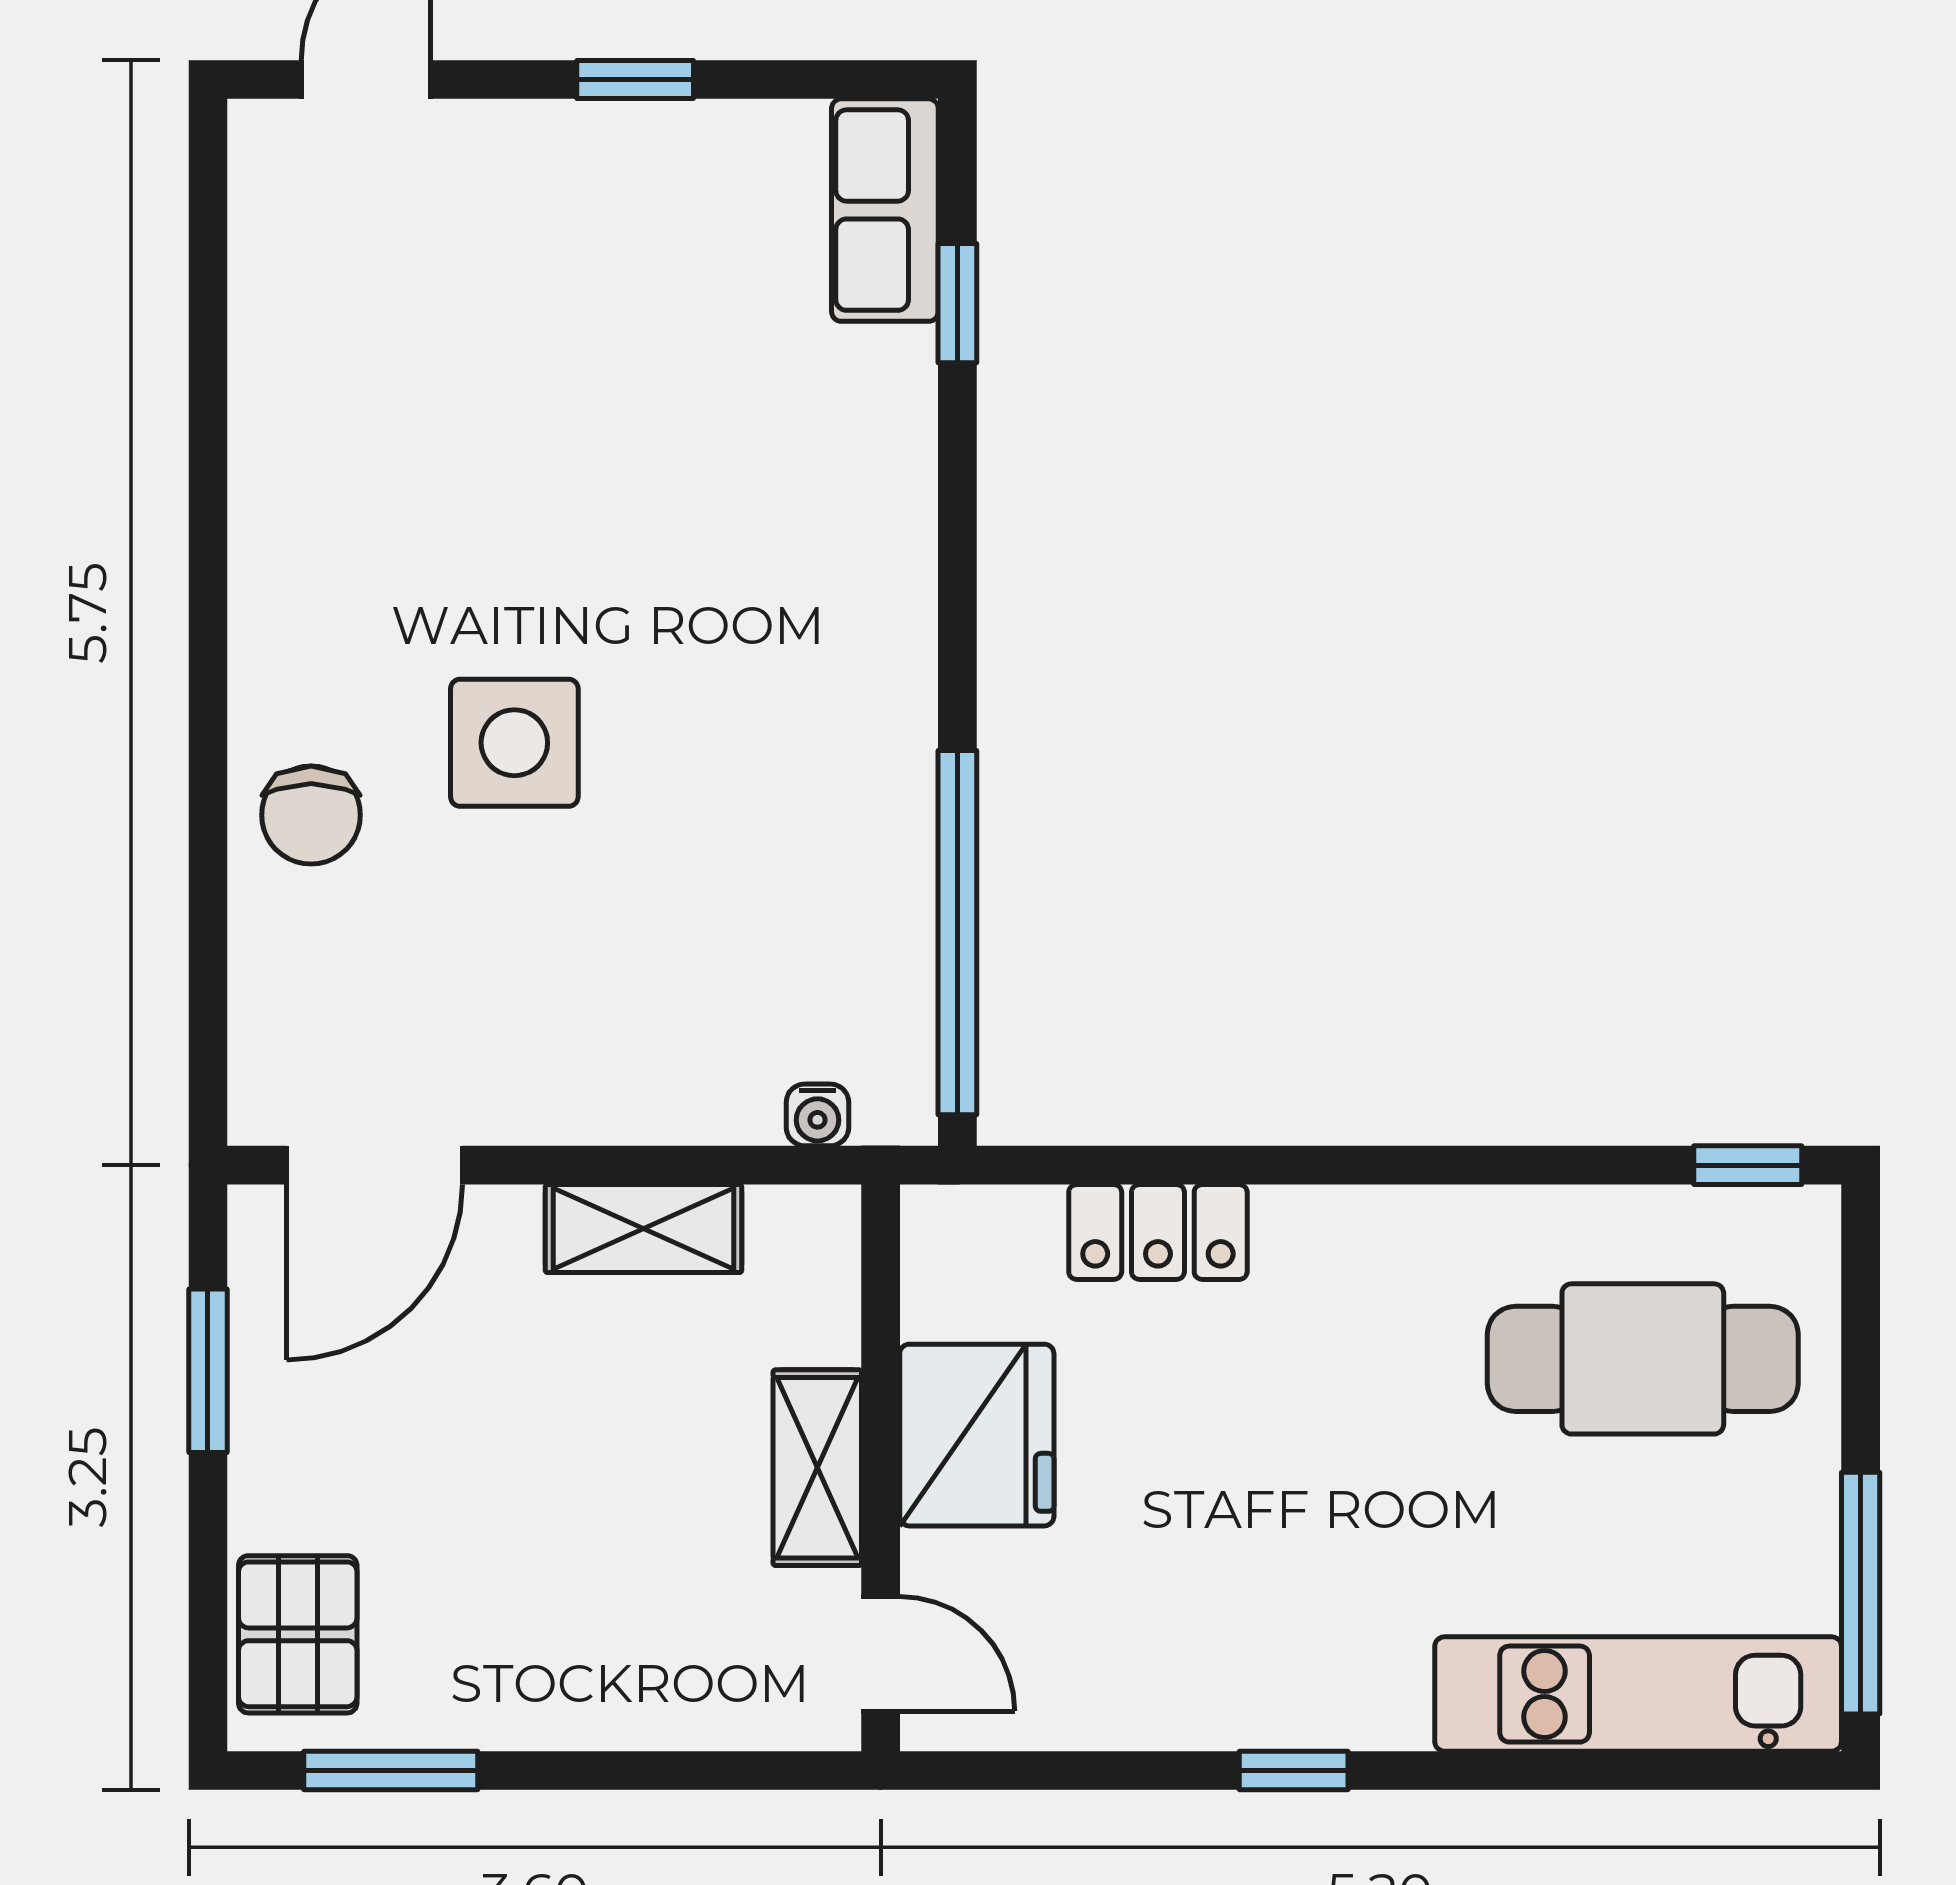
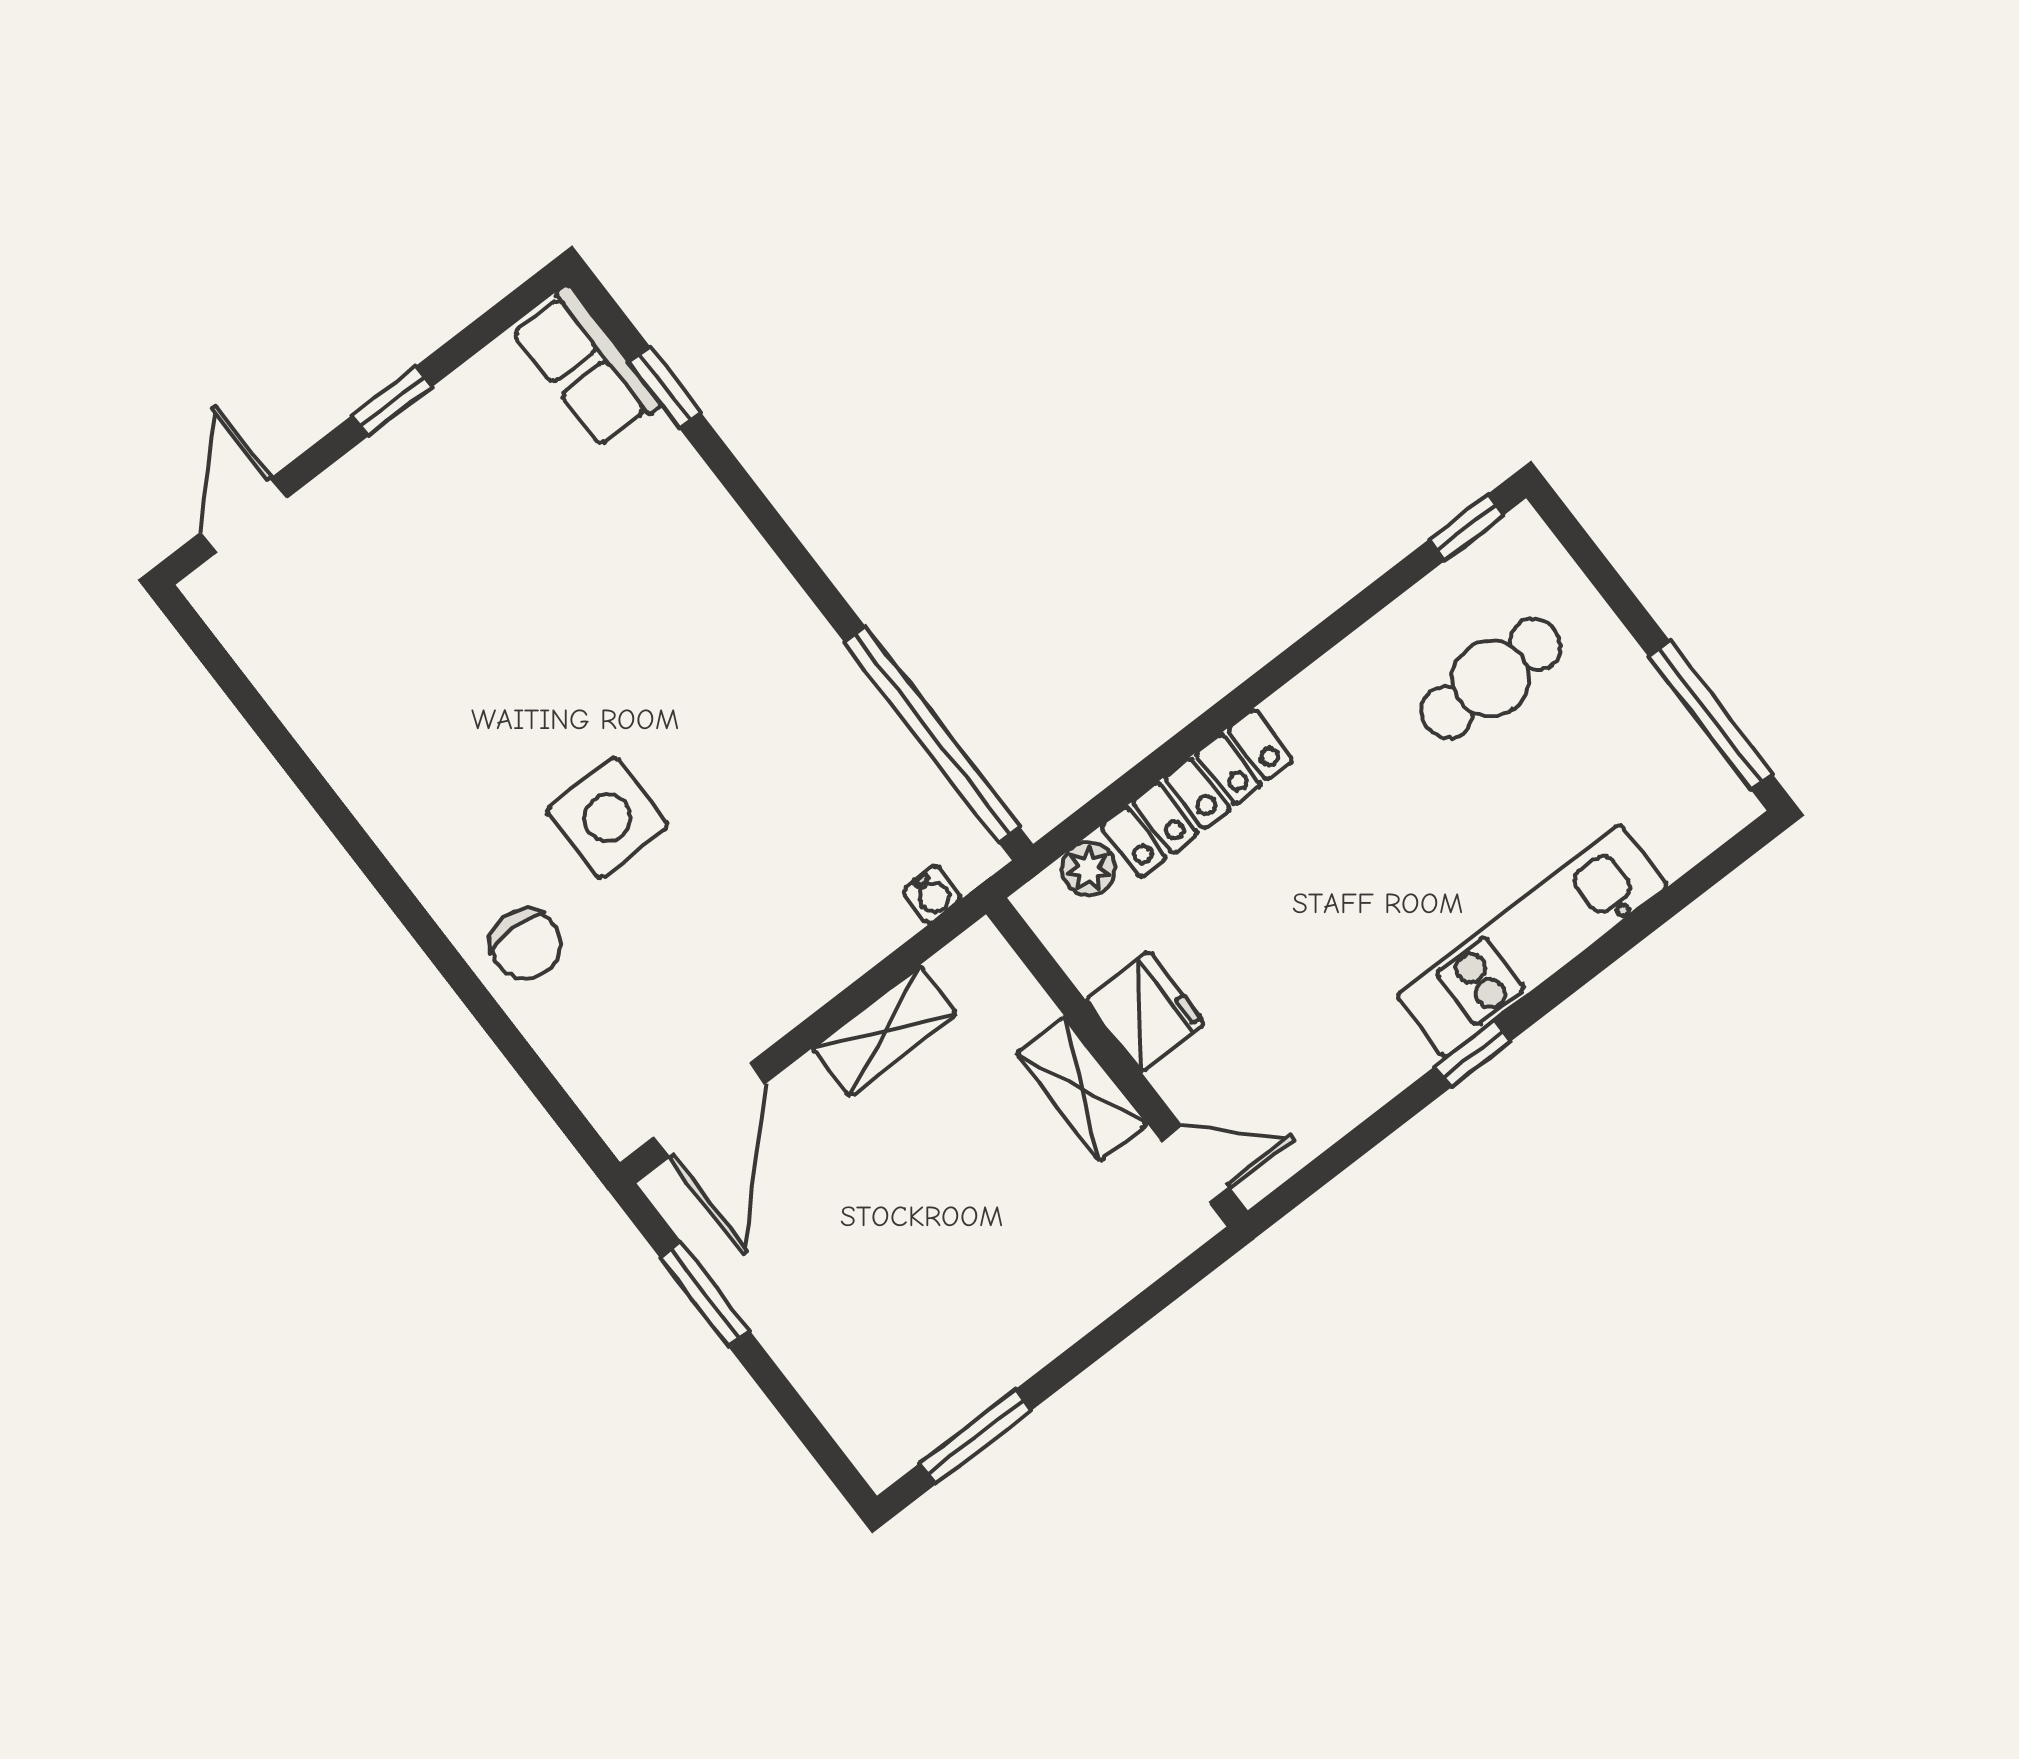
plant: (1018, 1223) -> (1088, 869), added
locker: (1158, 1232) -> (1197, 793), width x1.53
cafe table: (1643, 1359) -> (1491, 679), width x0.73, depth x0.74
fridge: (977, 1435) -> (1145, 1012), width x0.73, depth x0.75
pallet: (298, 1634) -> (866, 1401), removed
kitchen unit: (1638, 1694) -> (1532, 941), moved

